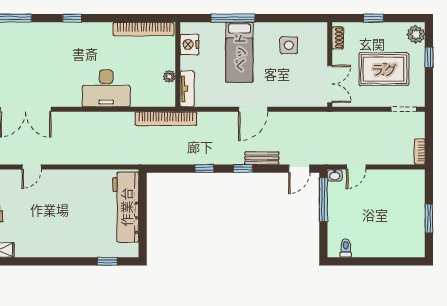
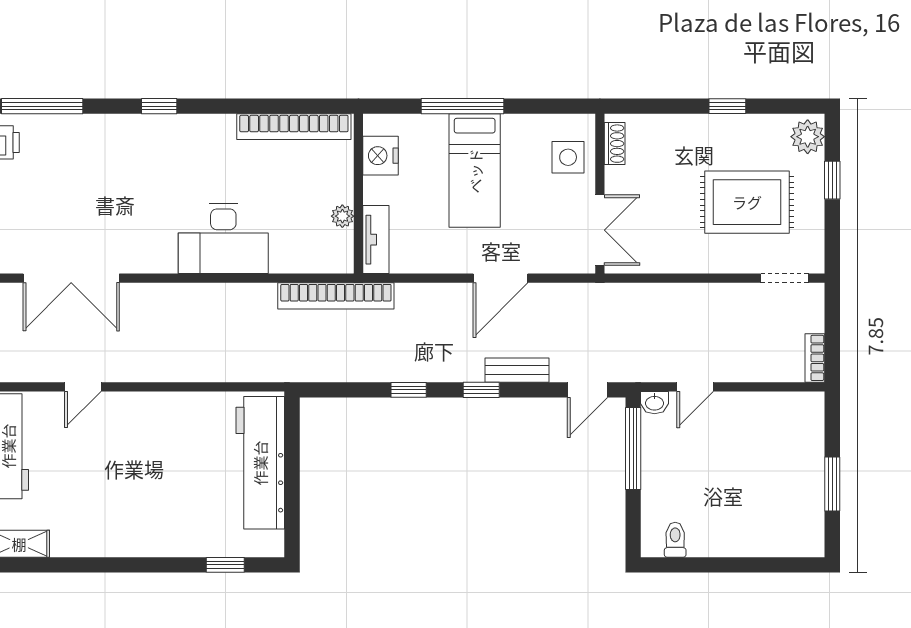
shoe rack: (338, 38) -> (615, 144), moved
wall: (330, 65) -> (600, 194), moved
double door: (330, 84) -> (600, 230), moved

